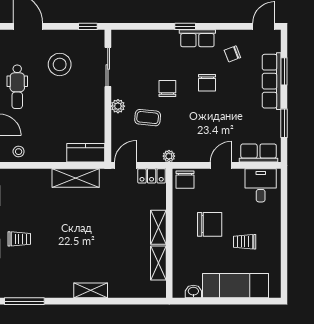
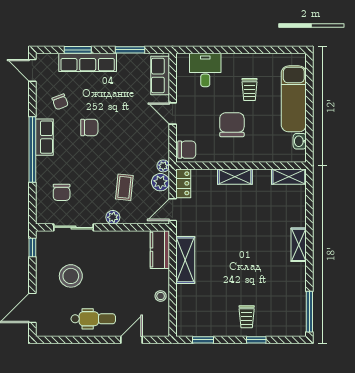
window: (185, 26) -> (32, 149), width x3.17
chair: (167, 89) -> (62, 192), moved, turned -90
stool: (19, 152) -> (161, 296), moved
plant: (153, 153) -> (160, 182), added
door: (126, 165) -> (173, 210), hinge flipped
desk: (261, 185) -> (205, 70), moved, turned 90
trolley: (19, 239) -> (247, 317), turned 180
shelving: (158, 263) -> (289, 177), moved

